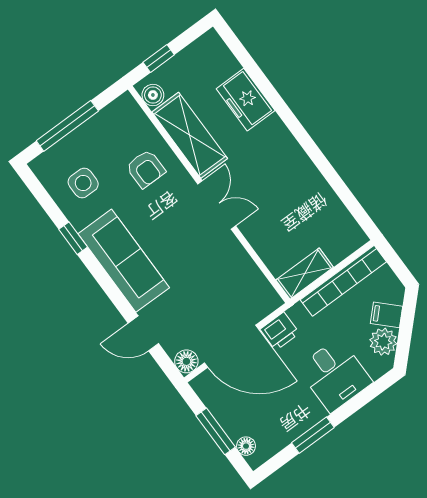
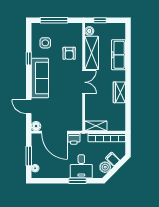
freezer: (246, 100) -> (118, 55), width x1.40
wardrobe: (302, 173) -> (119, 92), added
window: (313, 435) -> (78, 181), moved

